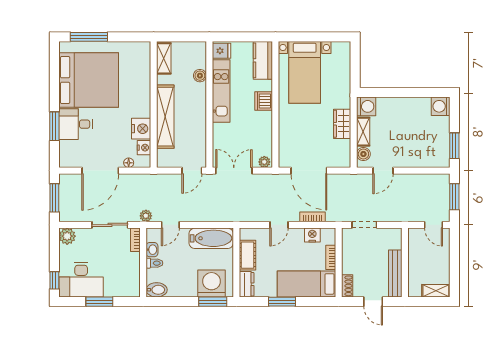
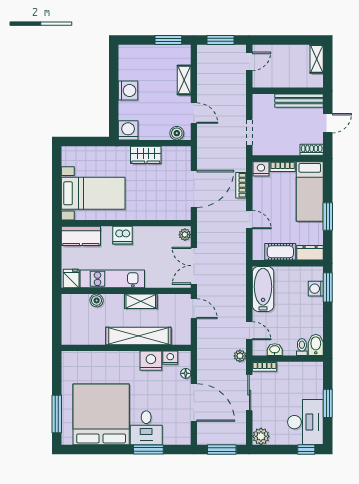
shelving: (164, 58) -> (141, 301), moved
washing machine: (441, 106) -> (128, 90), moved, turned -90
shelving: (363, 132) -> (184, 80), moved, turned 90
nightstand: (312, 235) -> (261, 169), moved, turned 90
toilet: (154, 263) -> (302, 347), moved
washing machine: (211, 283) -> (316, 289), width x0.53, depth x0.53

